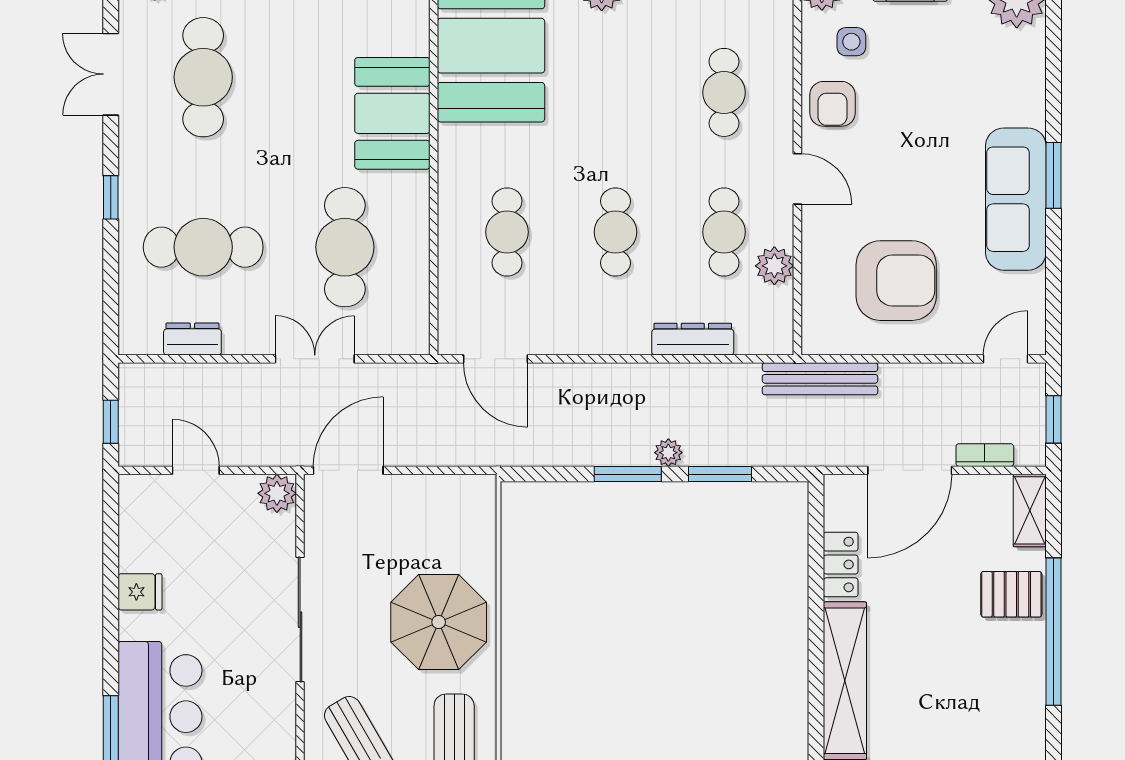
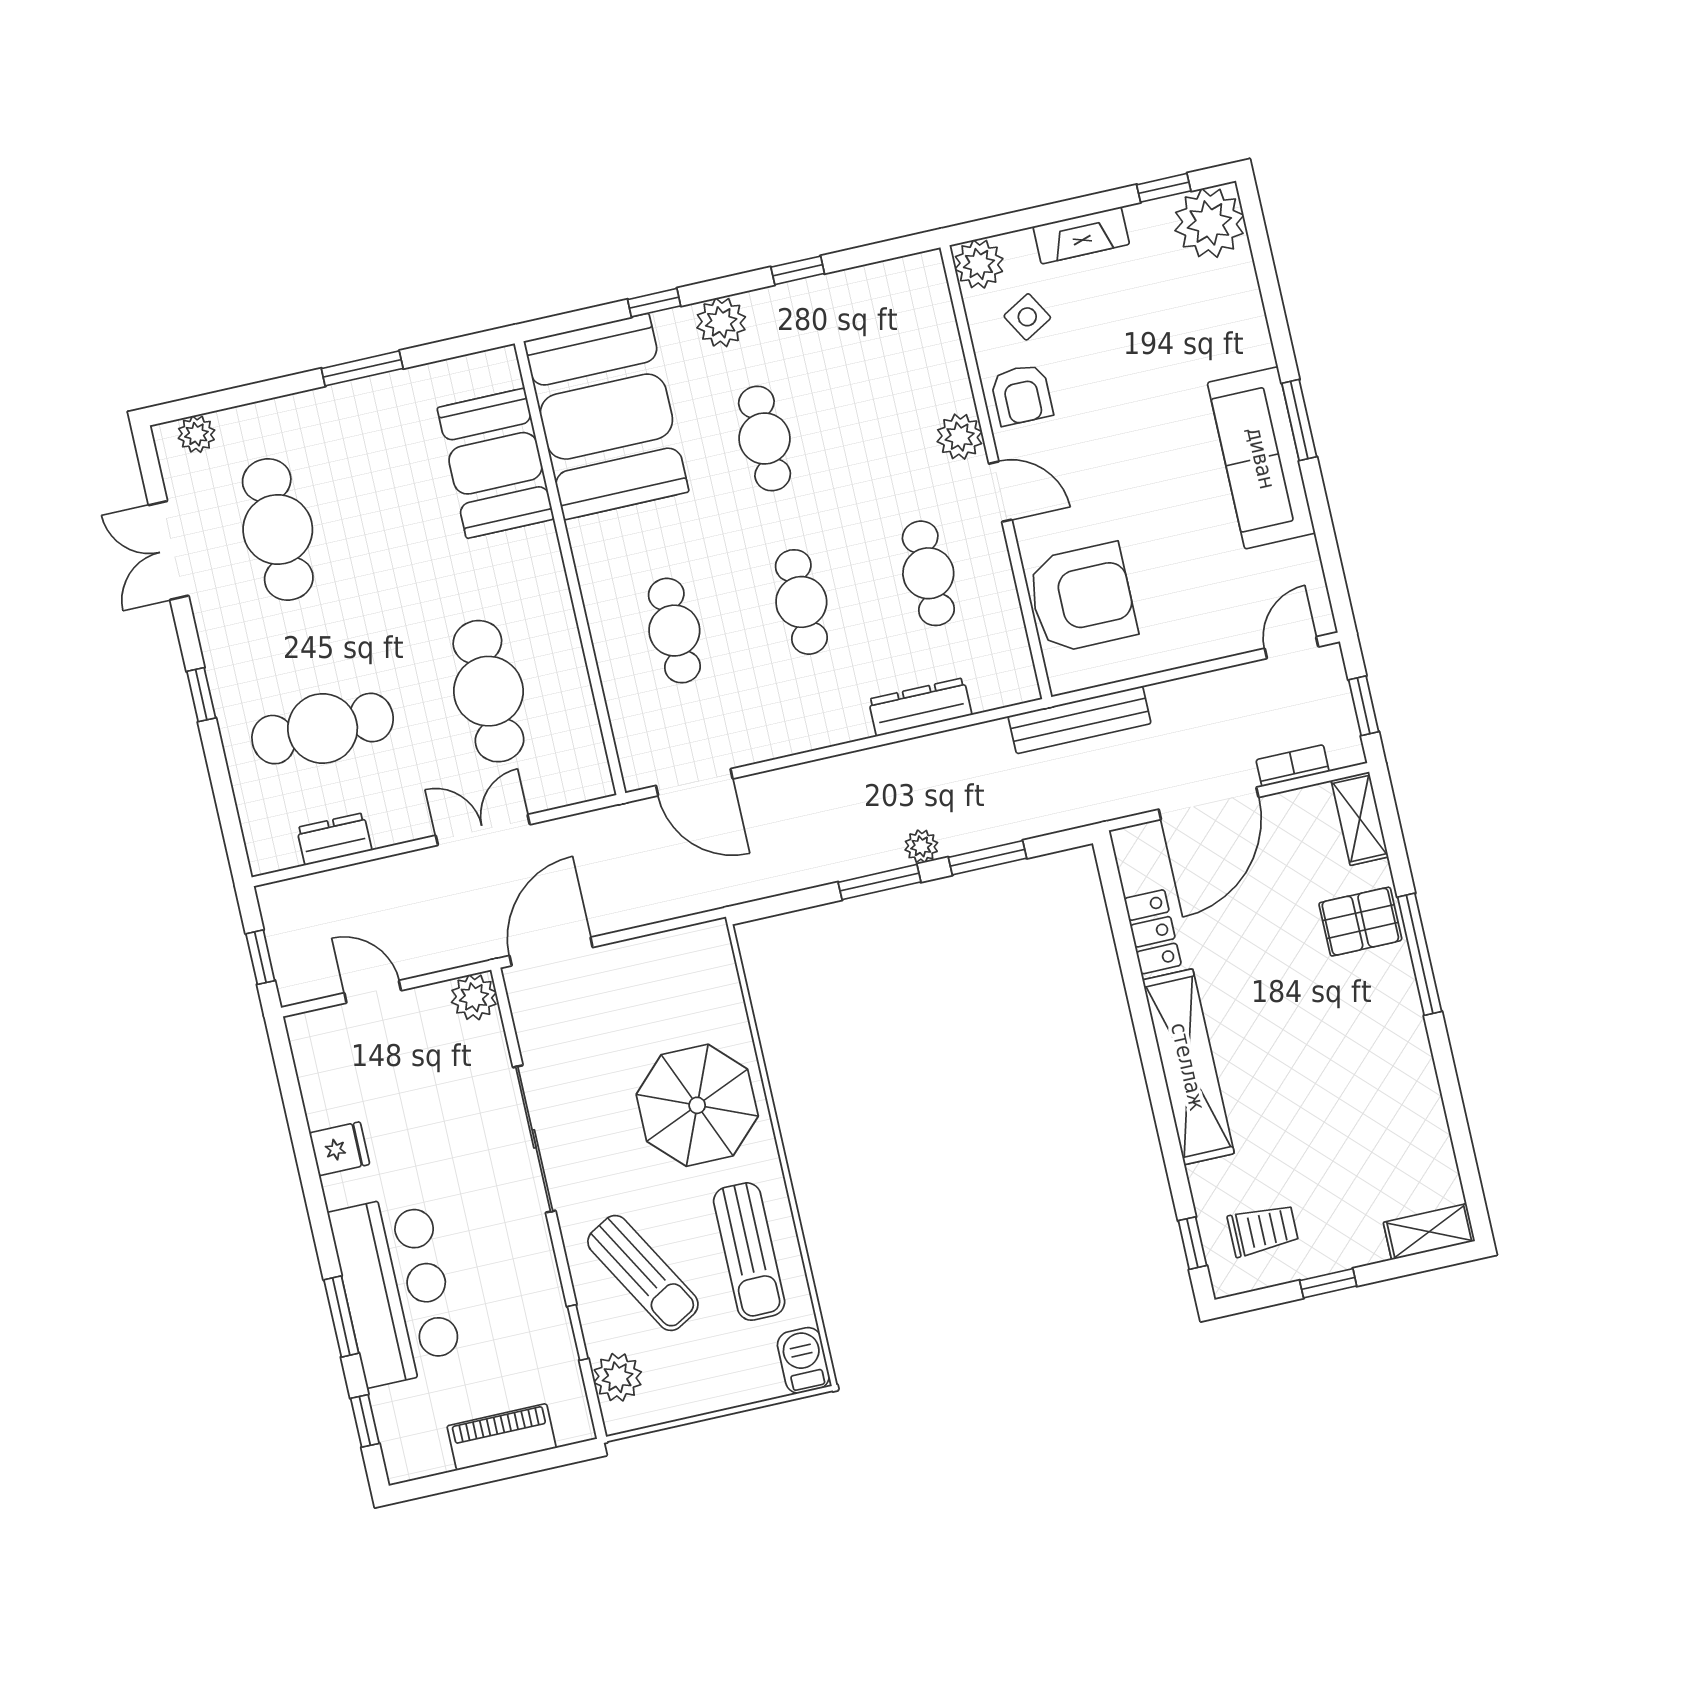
side table: (851, 42) -> (1027, 317), turned -30
cafe table: (724, 92) -> (765, 439), moved
booth: (392, 113) -> (496, 463), moved
plant: (774, 266) -> (960, 437), moved
armchair: (896, 281) -> (1082, 598), moved
window: (1054, 632) -> (1420, 954), width x0.68

